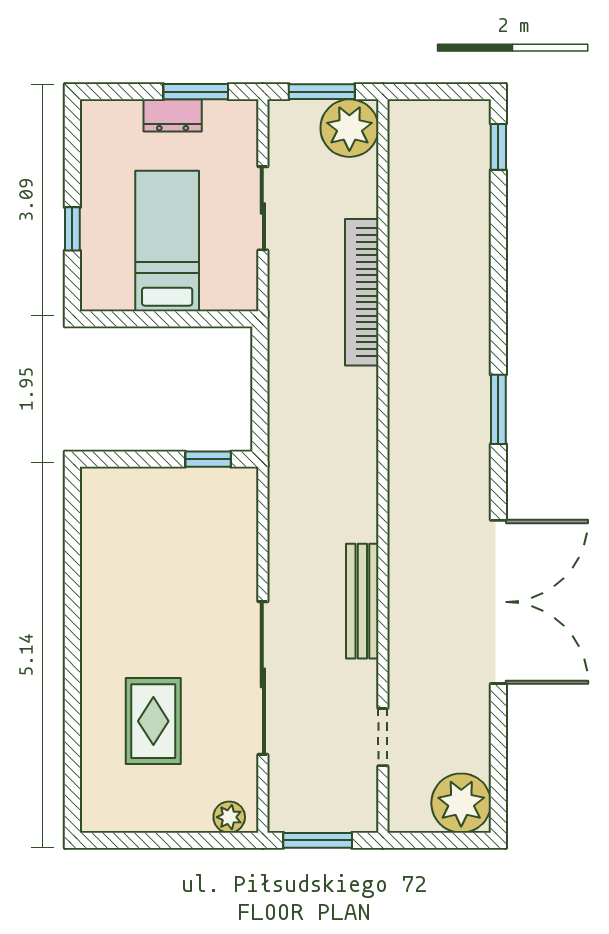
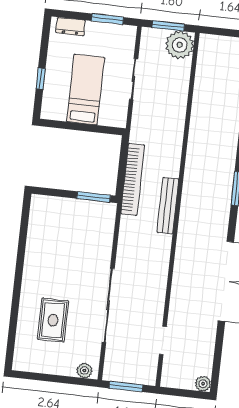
dresser: (173, 115) -> (71, 26), moved
bookcase: (362, 292) -> (133, 179), moved, turned 180
window: (208, 459) -> (94, 197), width x1.50
bench: (362, 601) -> (168, 206), moved
plant: (461, 803) -> (203, 384), width x0.53, depth x0.53

